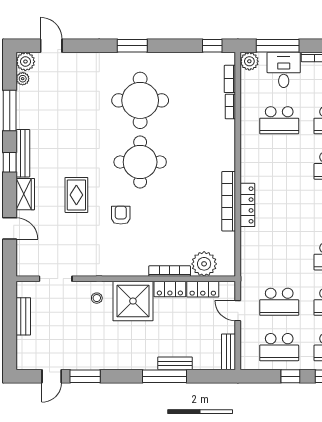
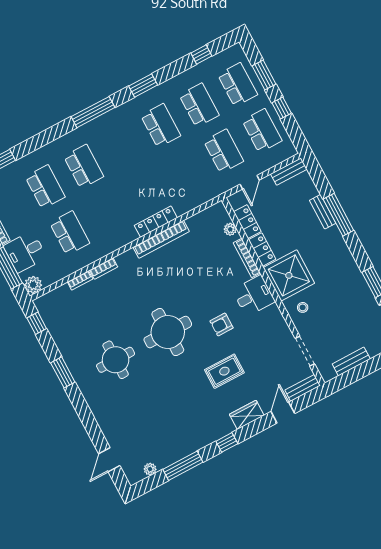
window: (132, 46) -> (63, 372), moved
plant: (25, 62) -> (134, 474), removed
bookcase: (230, 79) -> (104, 268), moved
round table: (140, 100) -> (116, 360), width x0.73, depth x0.73
bench: (23, 153) -> (303, 388), moved, width x0.73
desk: (131, 259) -> (254, 296), added
plant: (204, 264) -> (230, 229), width x0.53, depth x0.53

